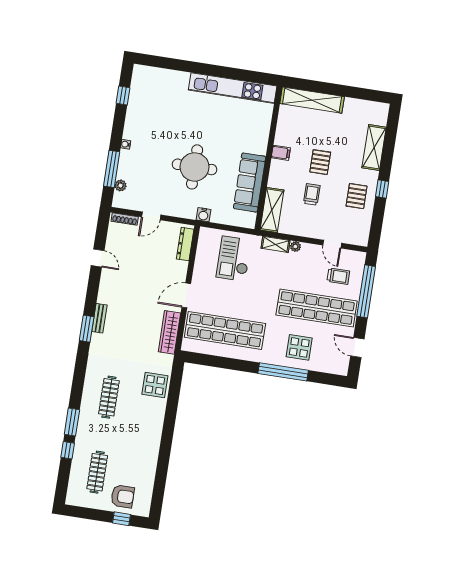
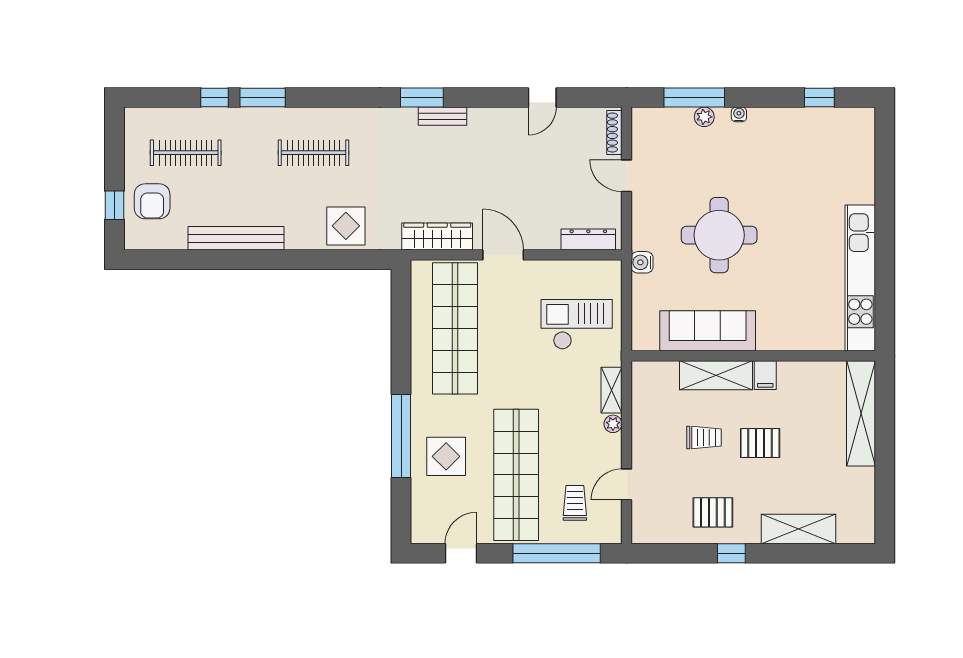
plant: (121, 185) -> (704, 117), moved
shelving: (272, 210) -> (716, 375), moved
trolley: (338, 276) -> (575, 503), turned 180
bench: (152, 451) -> (236, 238), added

